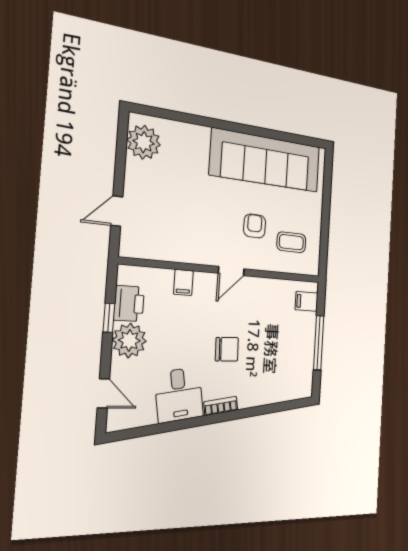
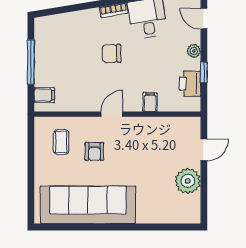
plant: (144, 142) -> (188, 181), moved
coffee table: (291, 242) -> (61, 142), turned 90
plant: (129, 340) -> (194, 51), width x0.53, depth x0.53

